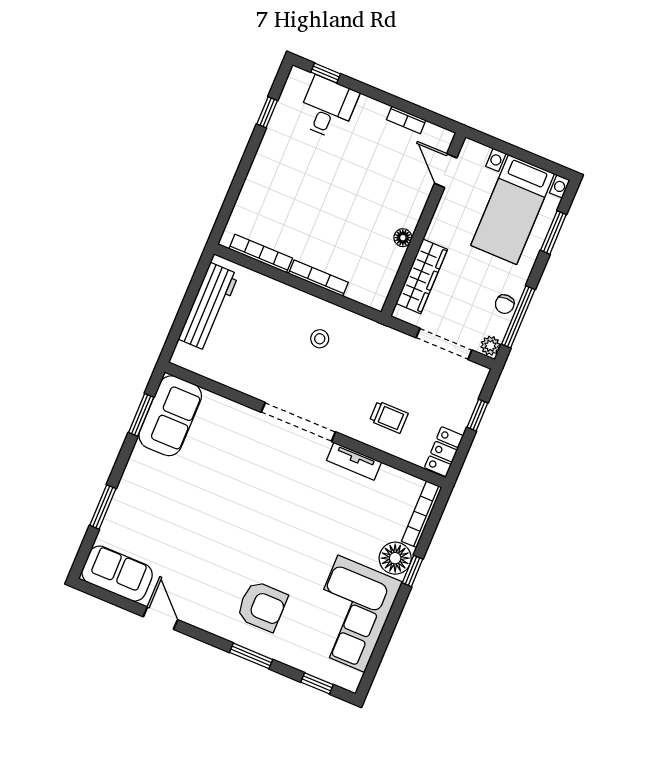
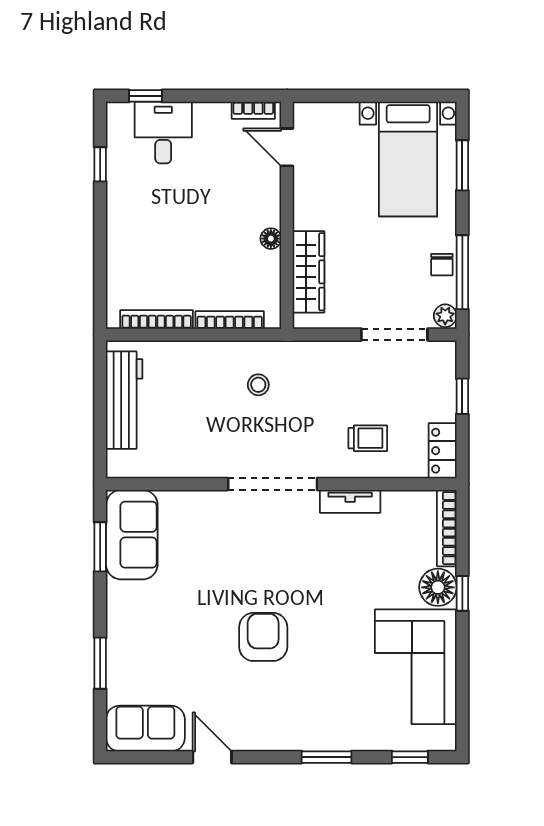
door: (446, 171) -> (287, 147), moved
wall: (423, 224) -> (287, 215), moved
floor lamp: (403, 238) -> (271, 239), moved
wardrobe: (422, 276) -> (308, 272), moved
armchair: (262, 606) -> (263, 637), moved, turned -90

